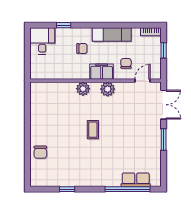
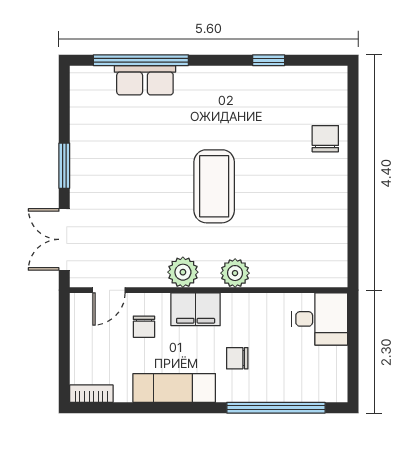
window: (64, 25) -> (276, 408), width x3.17
desk: (42, 41) -> (319, 319), moved, turned -90
window: (164, 50) -> (64, 354), removed
coffee table: (93, 130) -> (214, 186), width x1.86, depth x1.72
row of seats: (136, 180) -> (145, 80), moved

